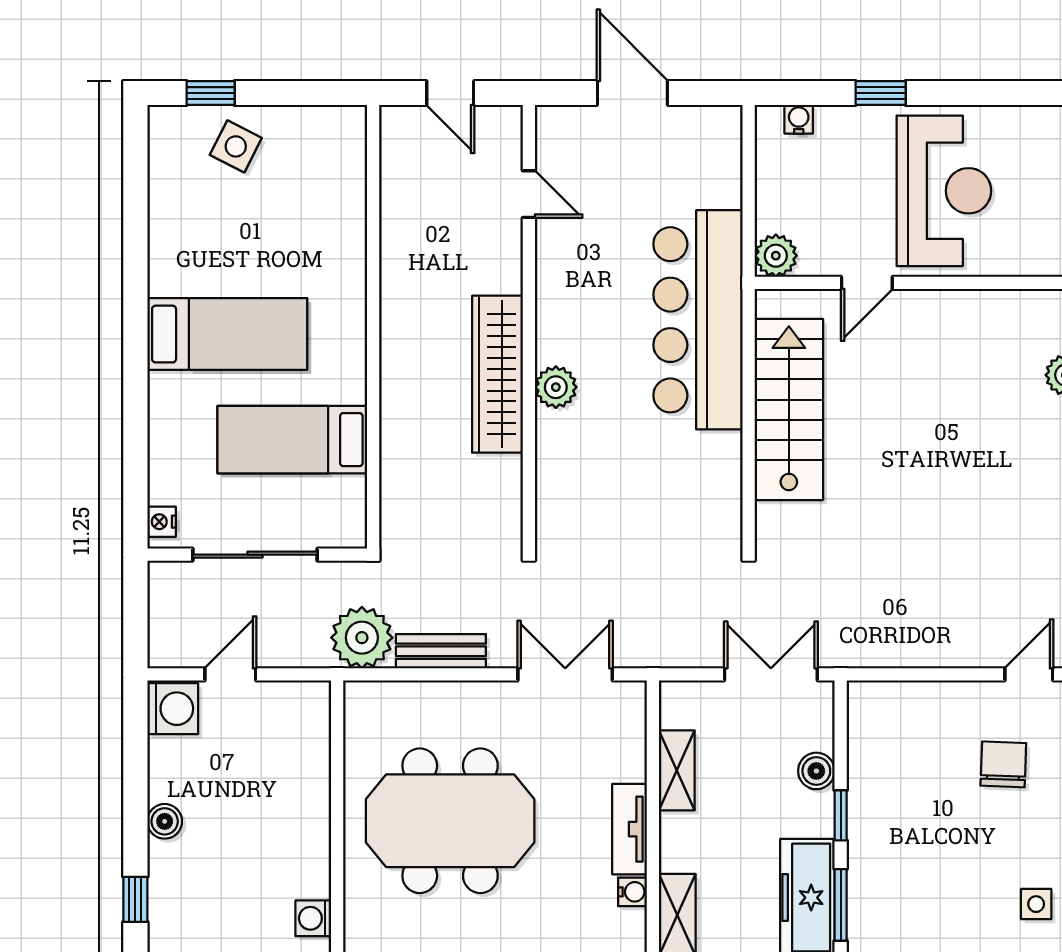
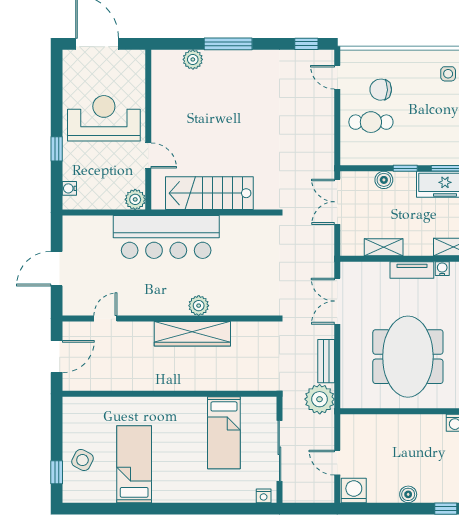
door: (450, 93) -> (57, 357), width x1.37
bed: (227, 334) -> (134, 464), moved
cafe table: (936, 744) -> (371, 122), added

